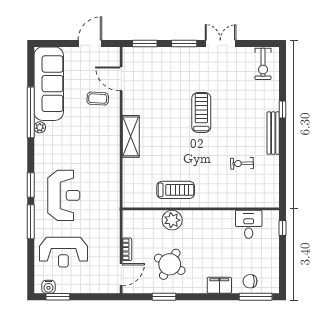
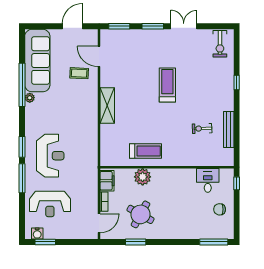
bench: (273, 133) -> (229, 129), moved
chair: (250, 281) -> (220, 209), moved
filing cabinet: (219, 285) -> (107, 181), moved, turned 90

